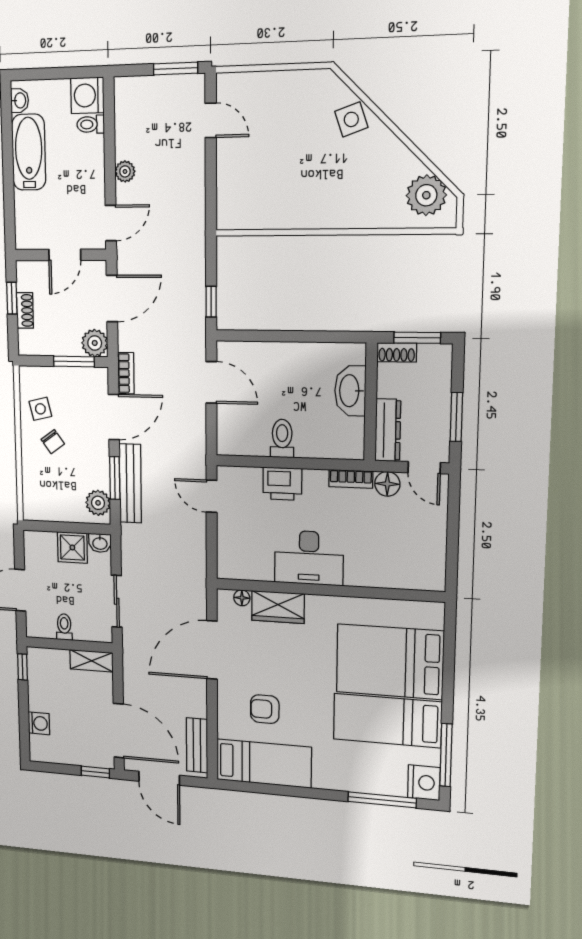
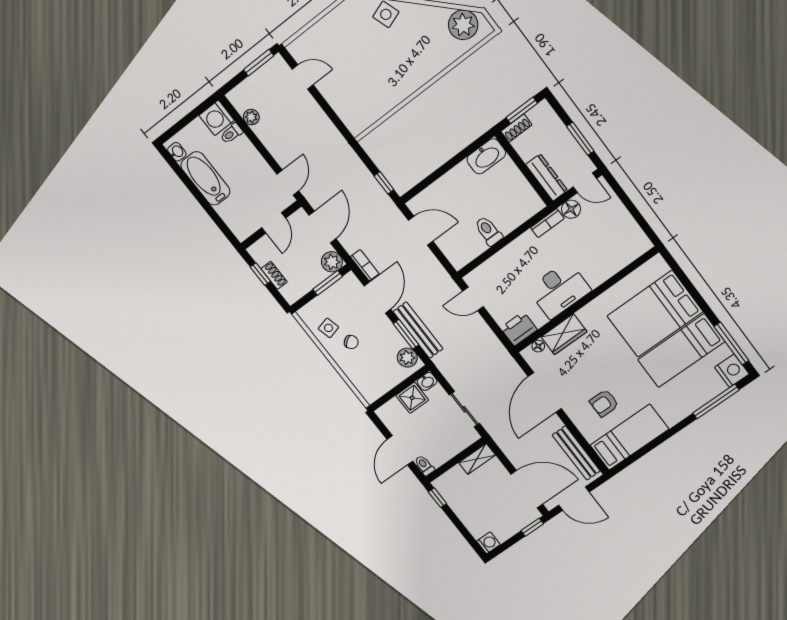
plant: (125, 171) -> (251, 117), moved
washbasin: (350, 391) -> (486, 156), moved, turned -90
printer: (282, 484) -> (519, 329), moved, turned 180
toilet: (64, 627) -> (424, 466), moved
washing machine: (39, 723) -> (488, 543), moved
bench: (197, 745) -> (576, 453), width x1.36

